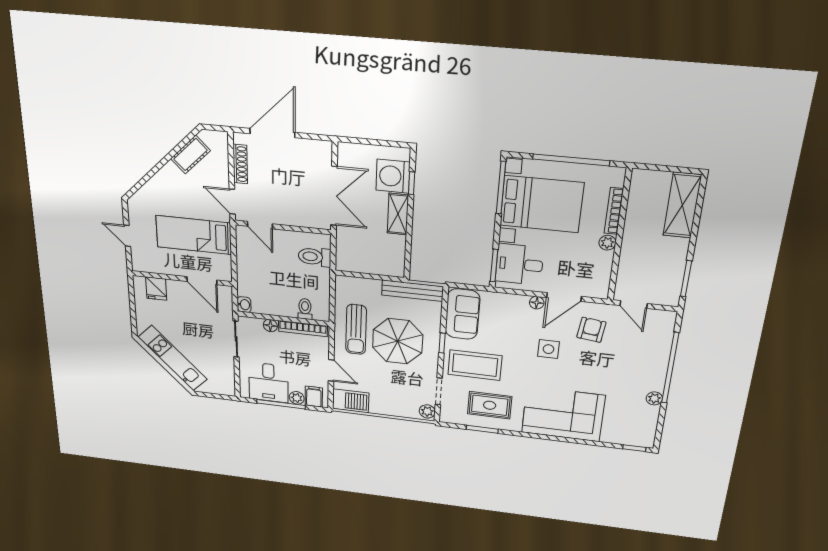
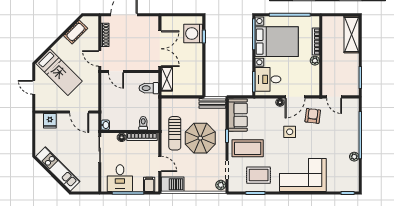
shelving: (398, 214) -> (167, 79), moved
bed: (194, 235) -> (59, 72), moved, turned -135
bench: (412, 291) -> (212, 103), width x0.73
plant: (297, 398) -> (138, 187), removed

